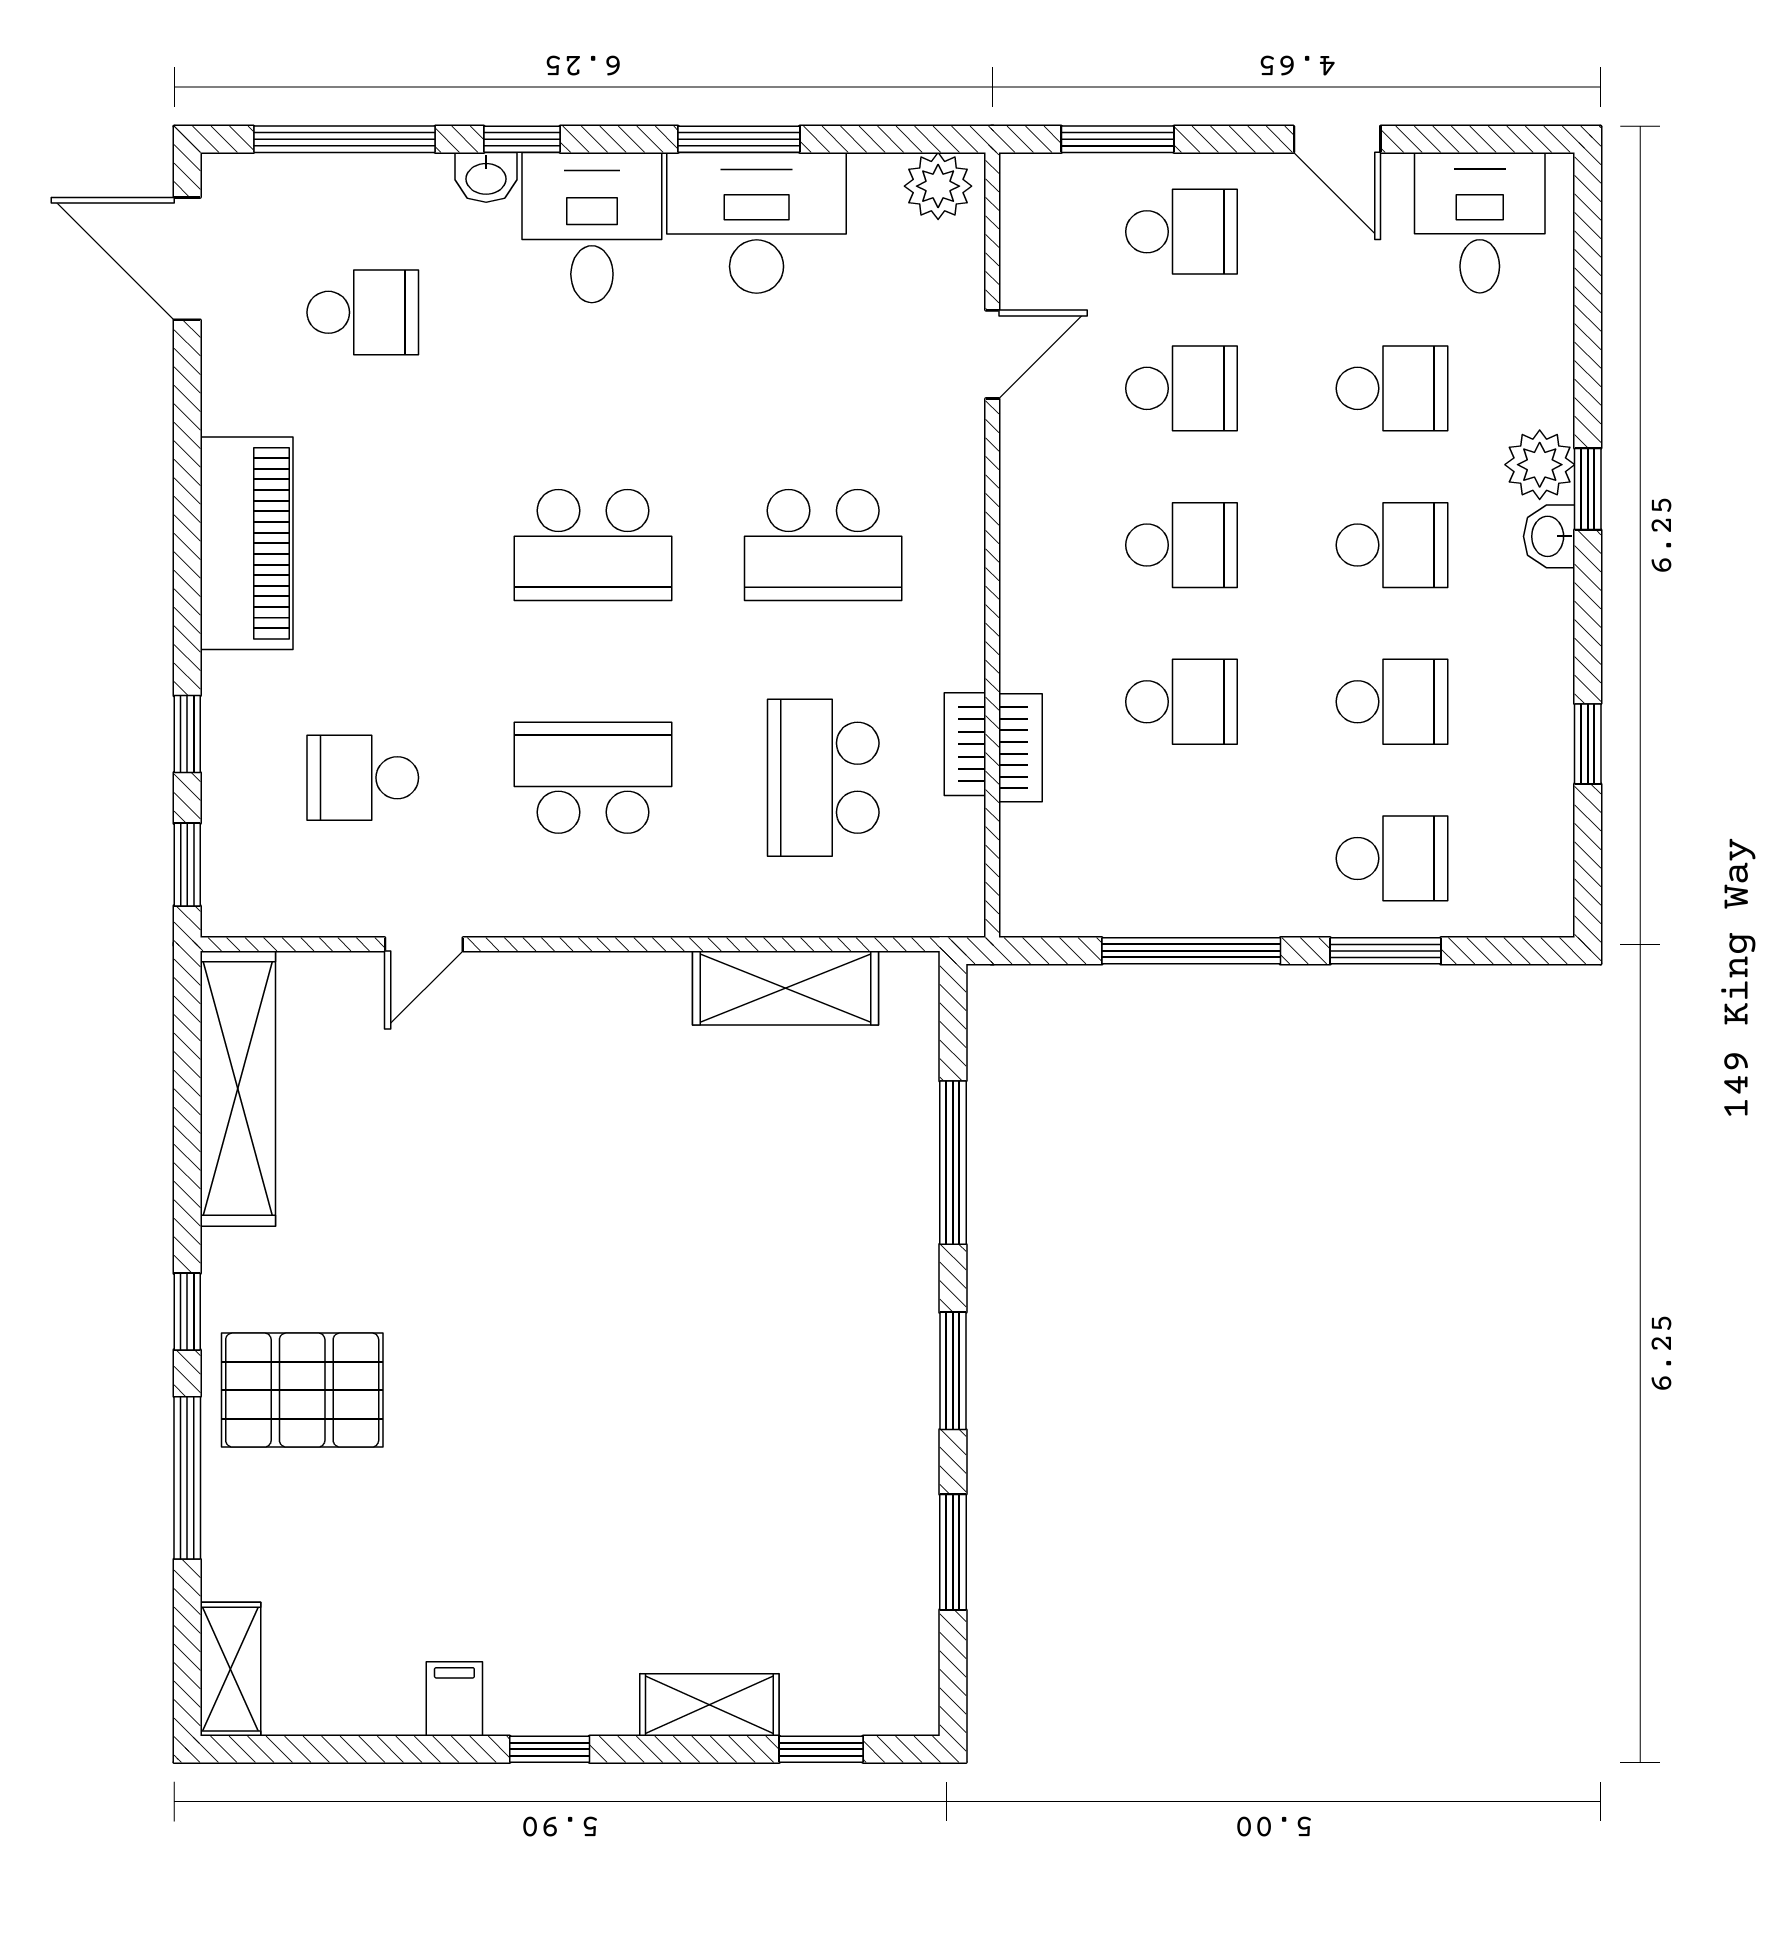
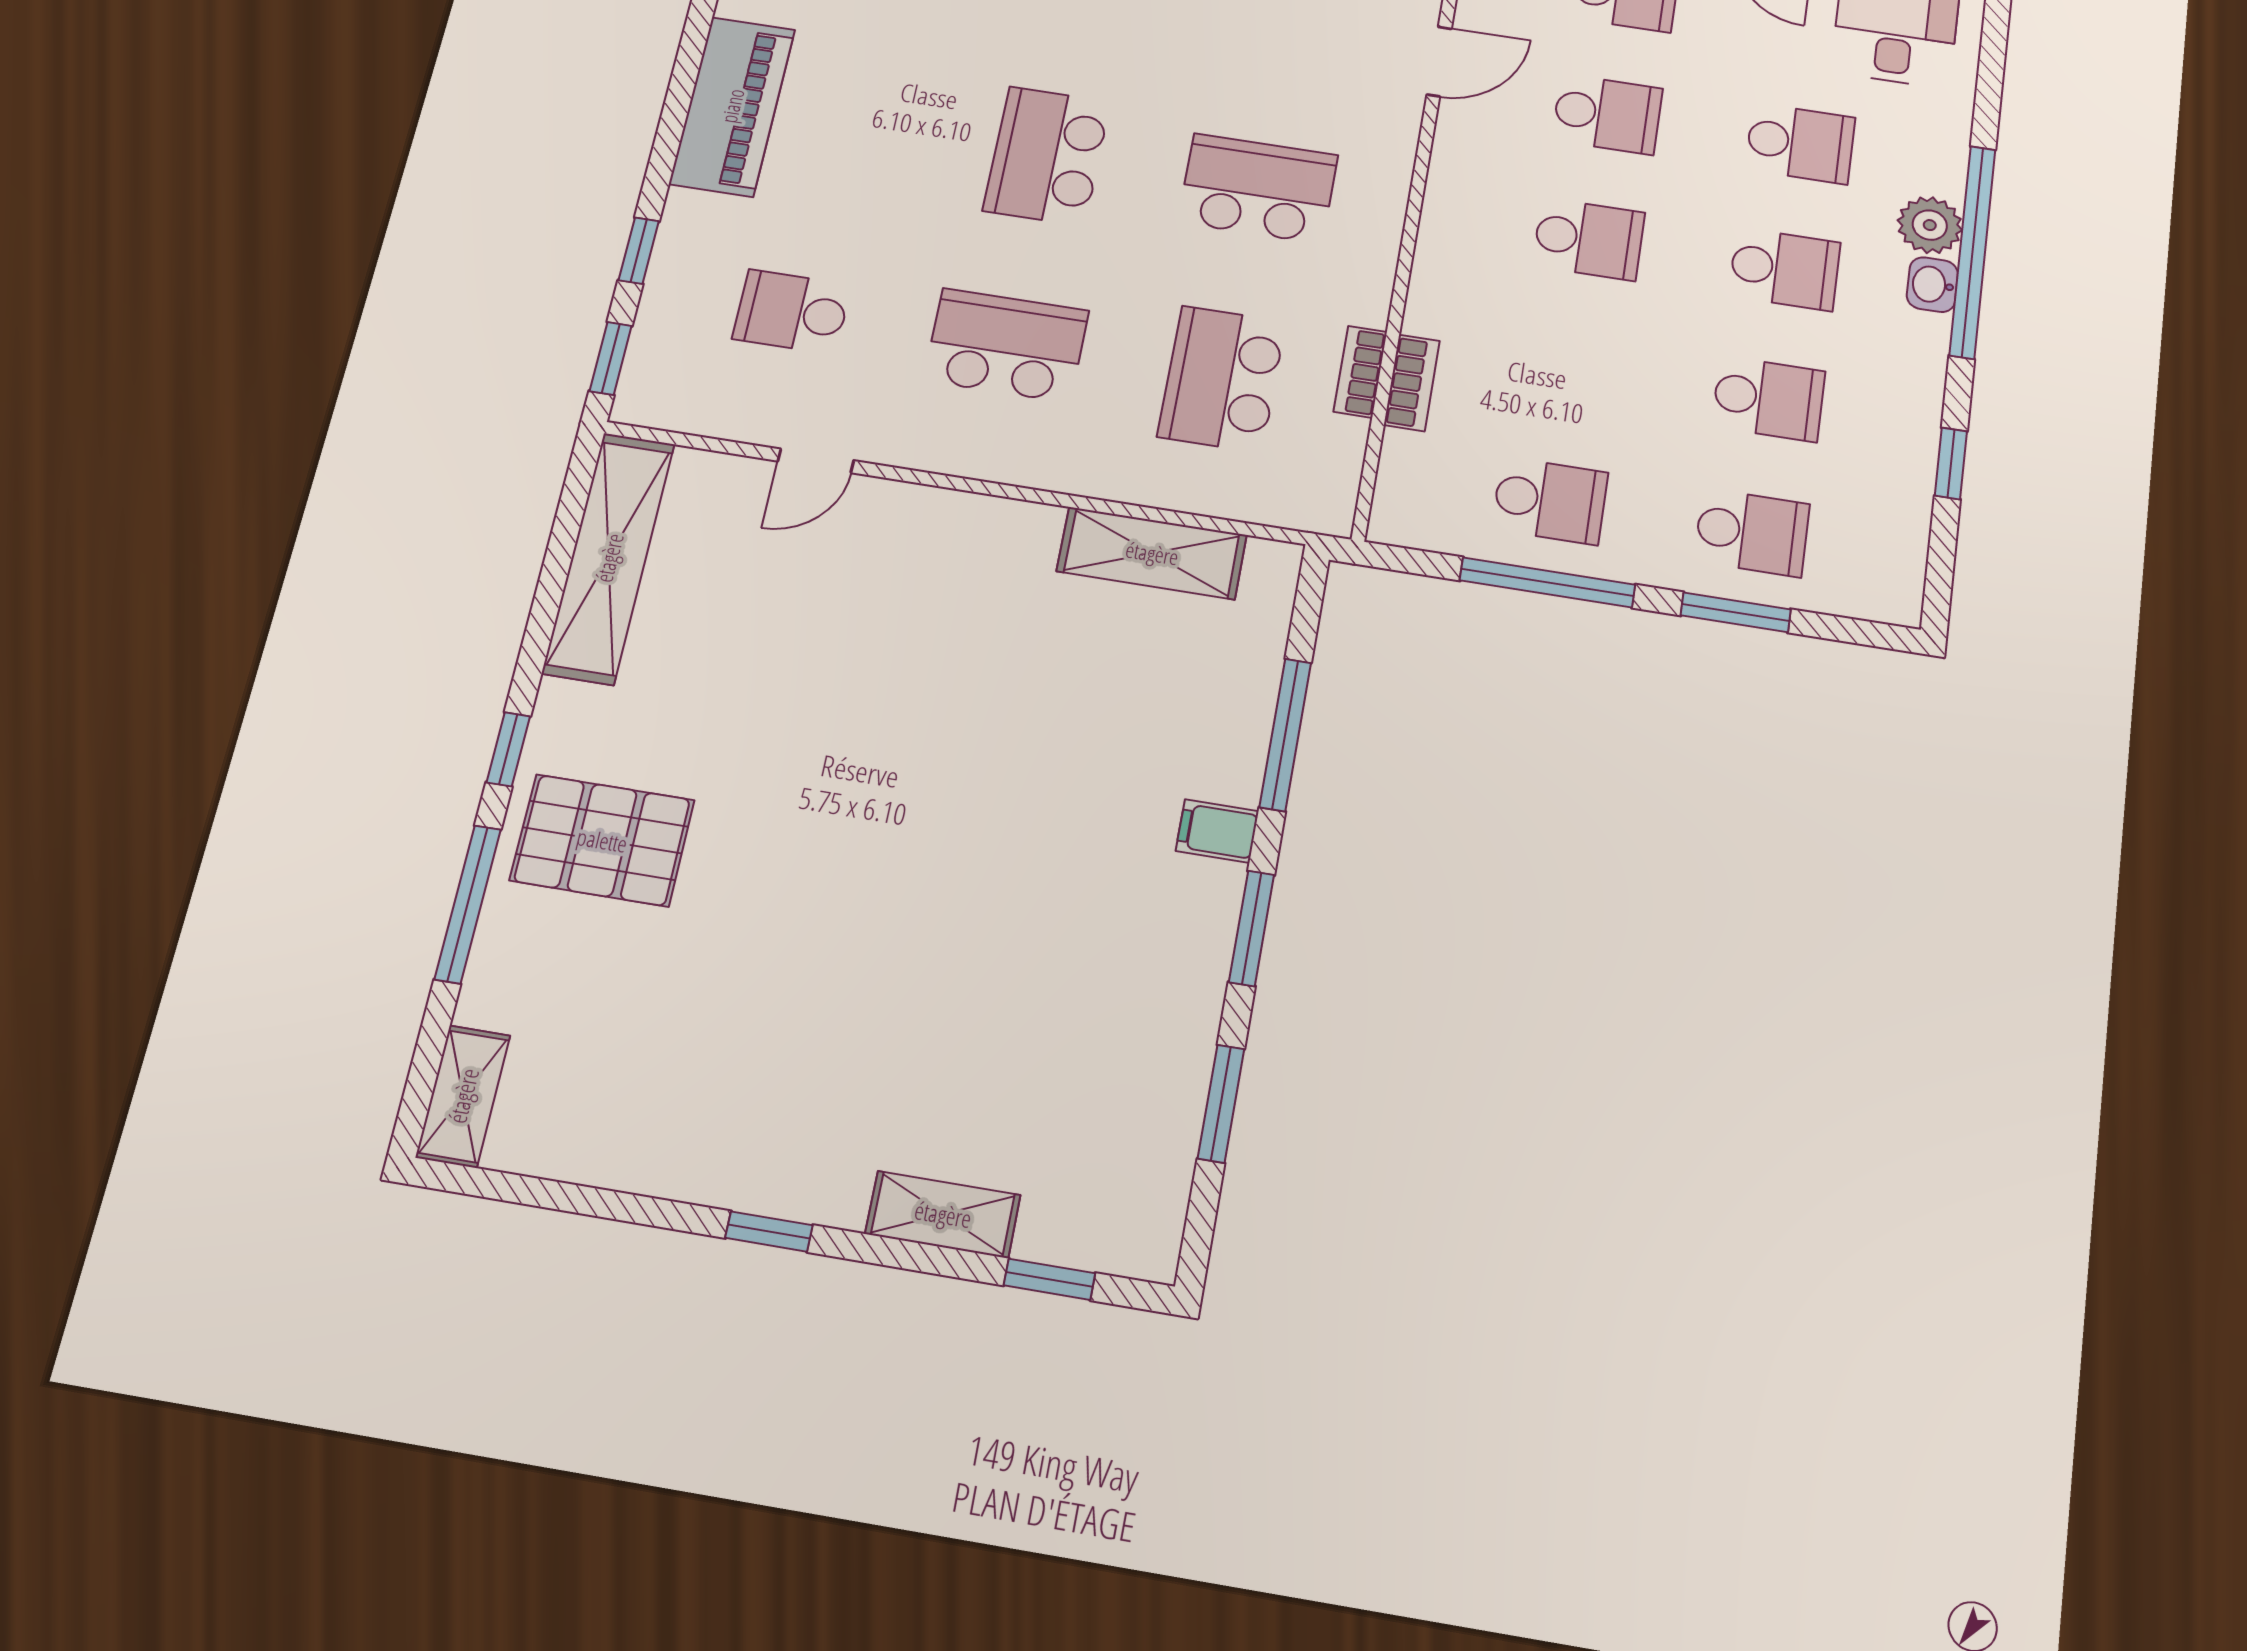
window: (1588, 489) -> (1972, 252), width x3.17
school desk: (593, 545) -> (1047, 156), turned 90
school desk: (823, 545) -> (1258, 188), turned 180
school desk: (1181, 702) -> (1550, 501), moved
filing cabinet: (454, 1699) -> (1217, 831), moved, turned -90

